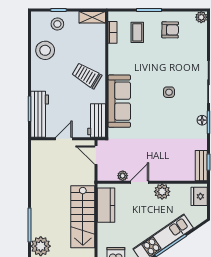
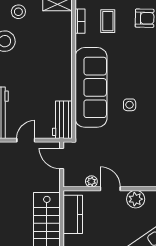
trolley: (87, 76) -> (51, 69), removed
side table: (169, 92) -> (130, 105), moved
sofa: (119, 101) -> (91, 87), width x1.36, depth x1.27
door: (139, 182) -> (110, 189), hinge flipped

